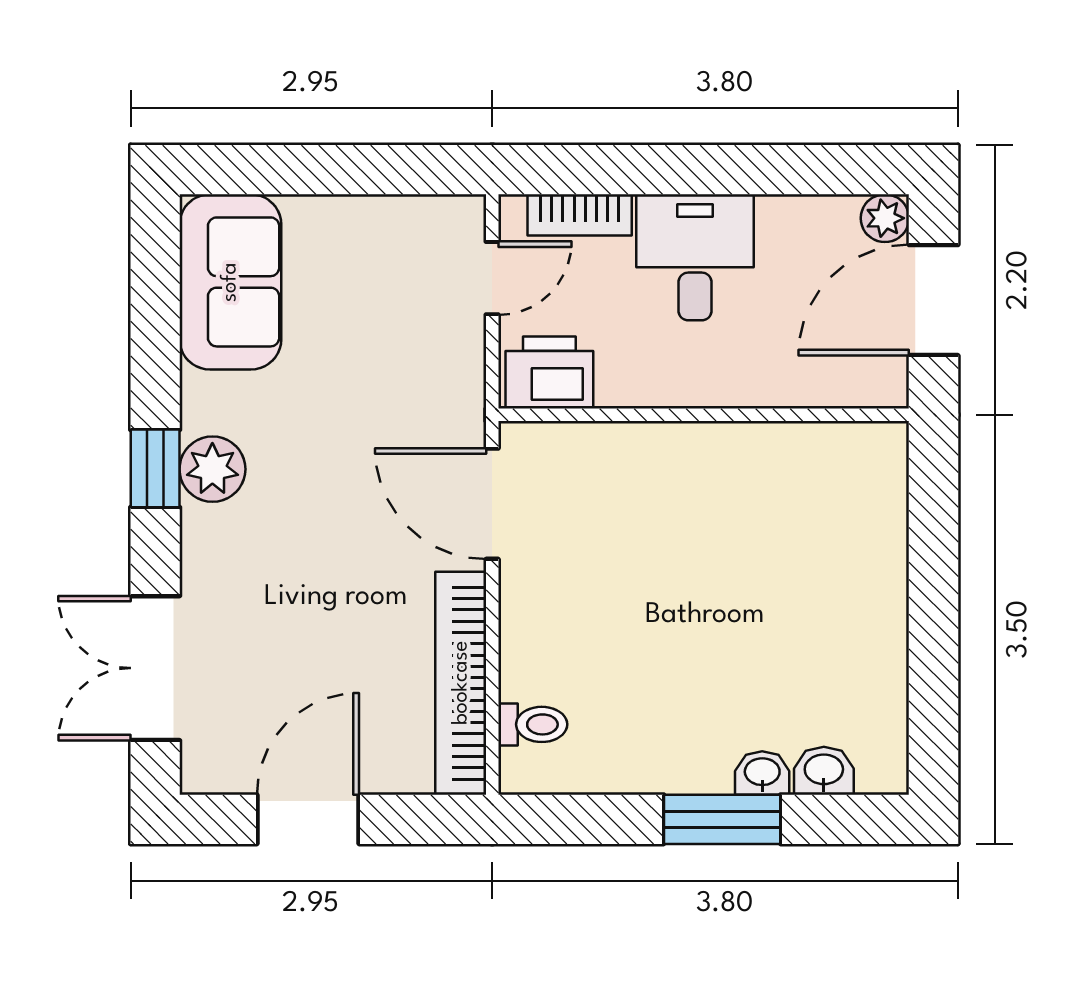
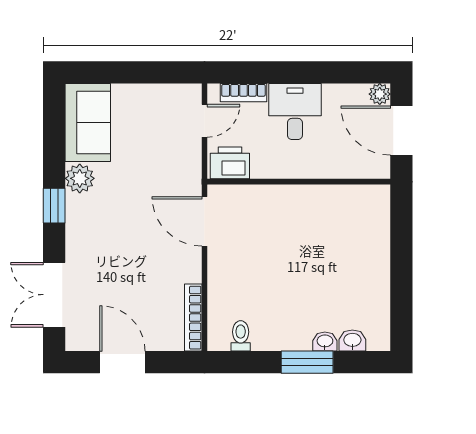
door: (933, 300) -> (401, 131), hinge flipped
plant: (212, 469) -> (80, 178), moved
bookcase: (461, 683) -> (193, 318), width x0.68, depth x0.76
toilet: (533, 724) -> (241, 336), moved, turned -90
door: (308, 819) -> (122, 362), hinge flipped

